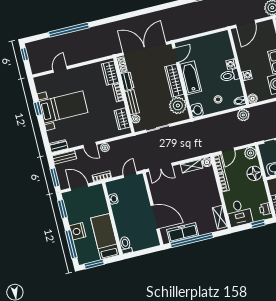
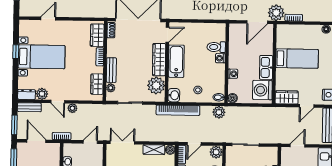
door: (246, 24) -> (257, 22), moved
toilet: (230, 75) -> (216, 47), moved
dresser: (127, 81) -> (112, 48), removed
bookcase: (204, 123) -> (178, 110), added
plant: (73, 142) -> (42, 94), added
double door: (160, 167) -> (122, 143), swing flipped

